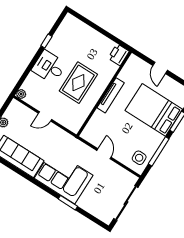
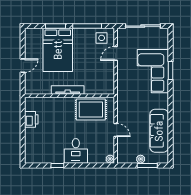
printer: (119, 55) -> (31, 119), moved, turned -90
rug: (78, 83) -> (91, 109), moved
door: (104, 154) -> (116, 53), moved
corner sofa: (64, 177) -> (153, 71), moved

